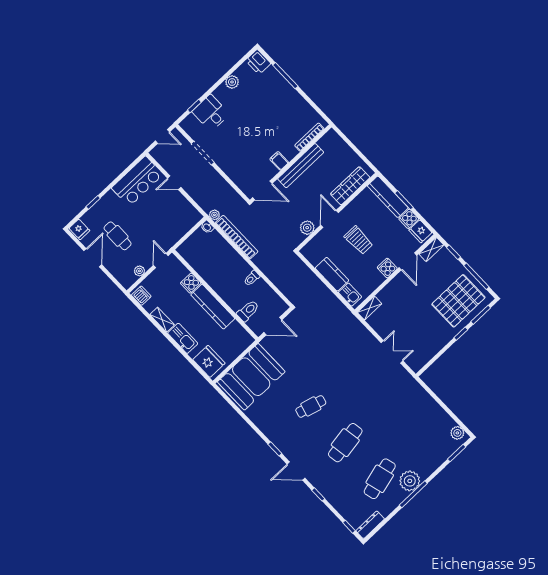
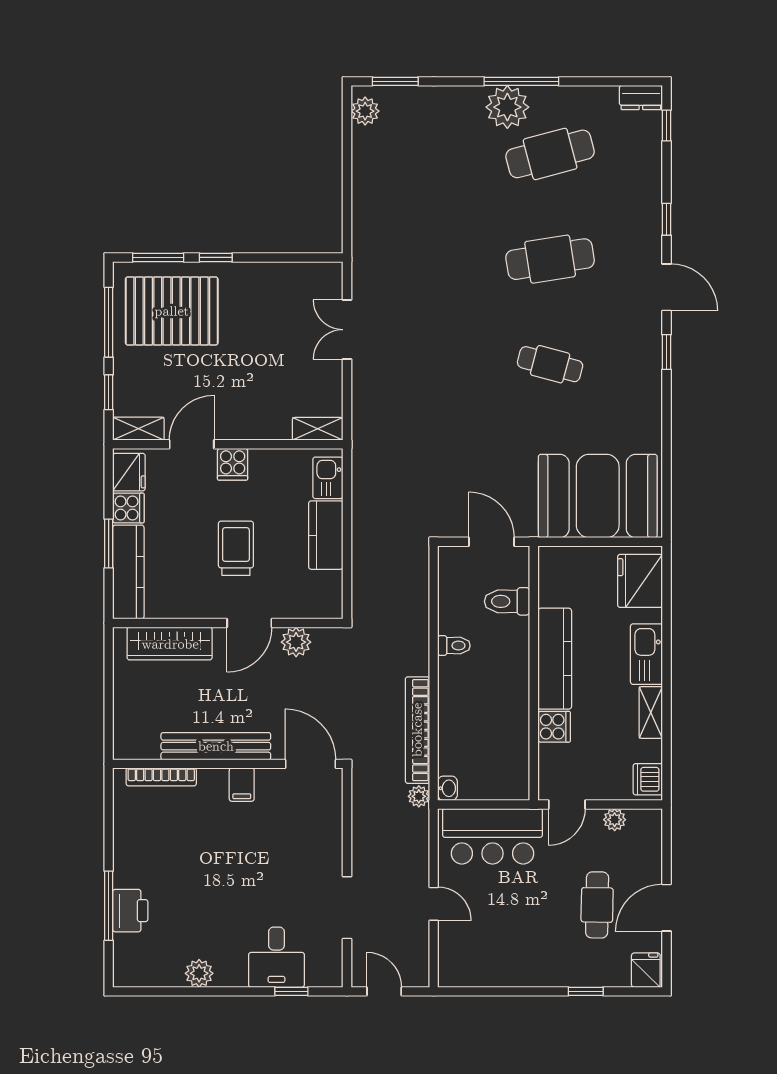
printer: (258, 62) -> (130, 911), moved
bar counter: (137, 181) -> (493, 836), moved, turned 180
dresser: (370, 525) -> (641, 98), width x0.70

